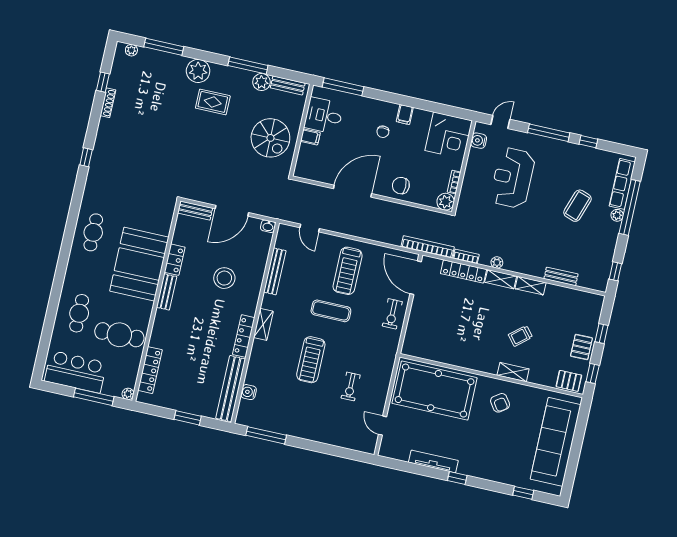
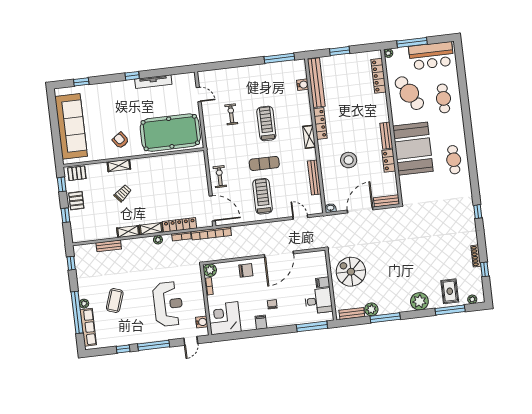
rug: (213, 102) -> (450, 291), moved, turned 90
cafe table: (119, 335) -> (409, 93), turned 60

